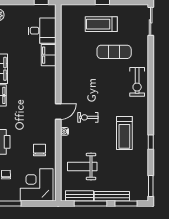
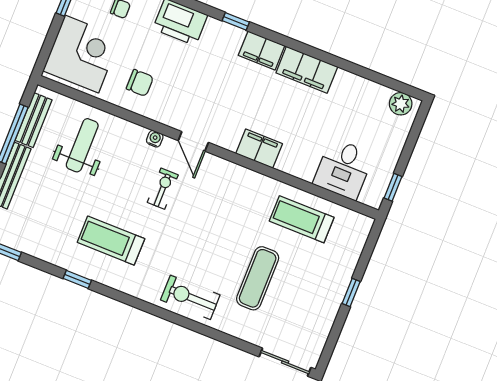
treadmill: (101, 24) -> (302, 219), moved, turned -90
filing cabinet: (49, 55) -> (259, 149), moved

